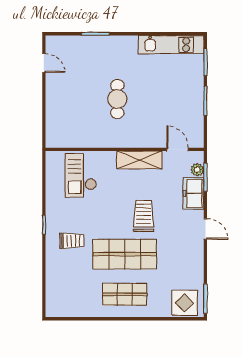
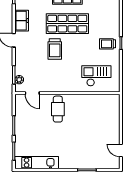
cafe table: (117, 99) -> (58, 109), moved
shelving: (139, 160) -> (58, 86), removed
checkout: (81, 175) -> (96, 76), turned -90
freezer: (194, 193) -> (22, 21), moved
trolley: (72, 241) -> (108, 44), moved

